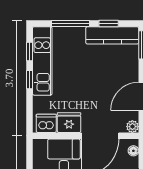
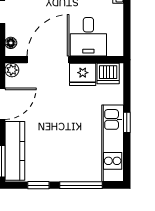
kitchen counter: (112, 35) -> (15, 151), moved, turned 90
window: (29, 51) -> (127, 154), removed

